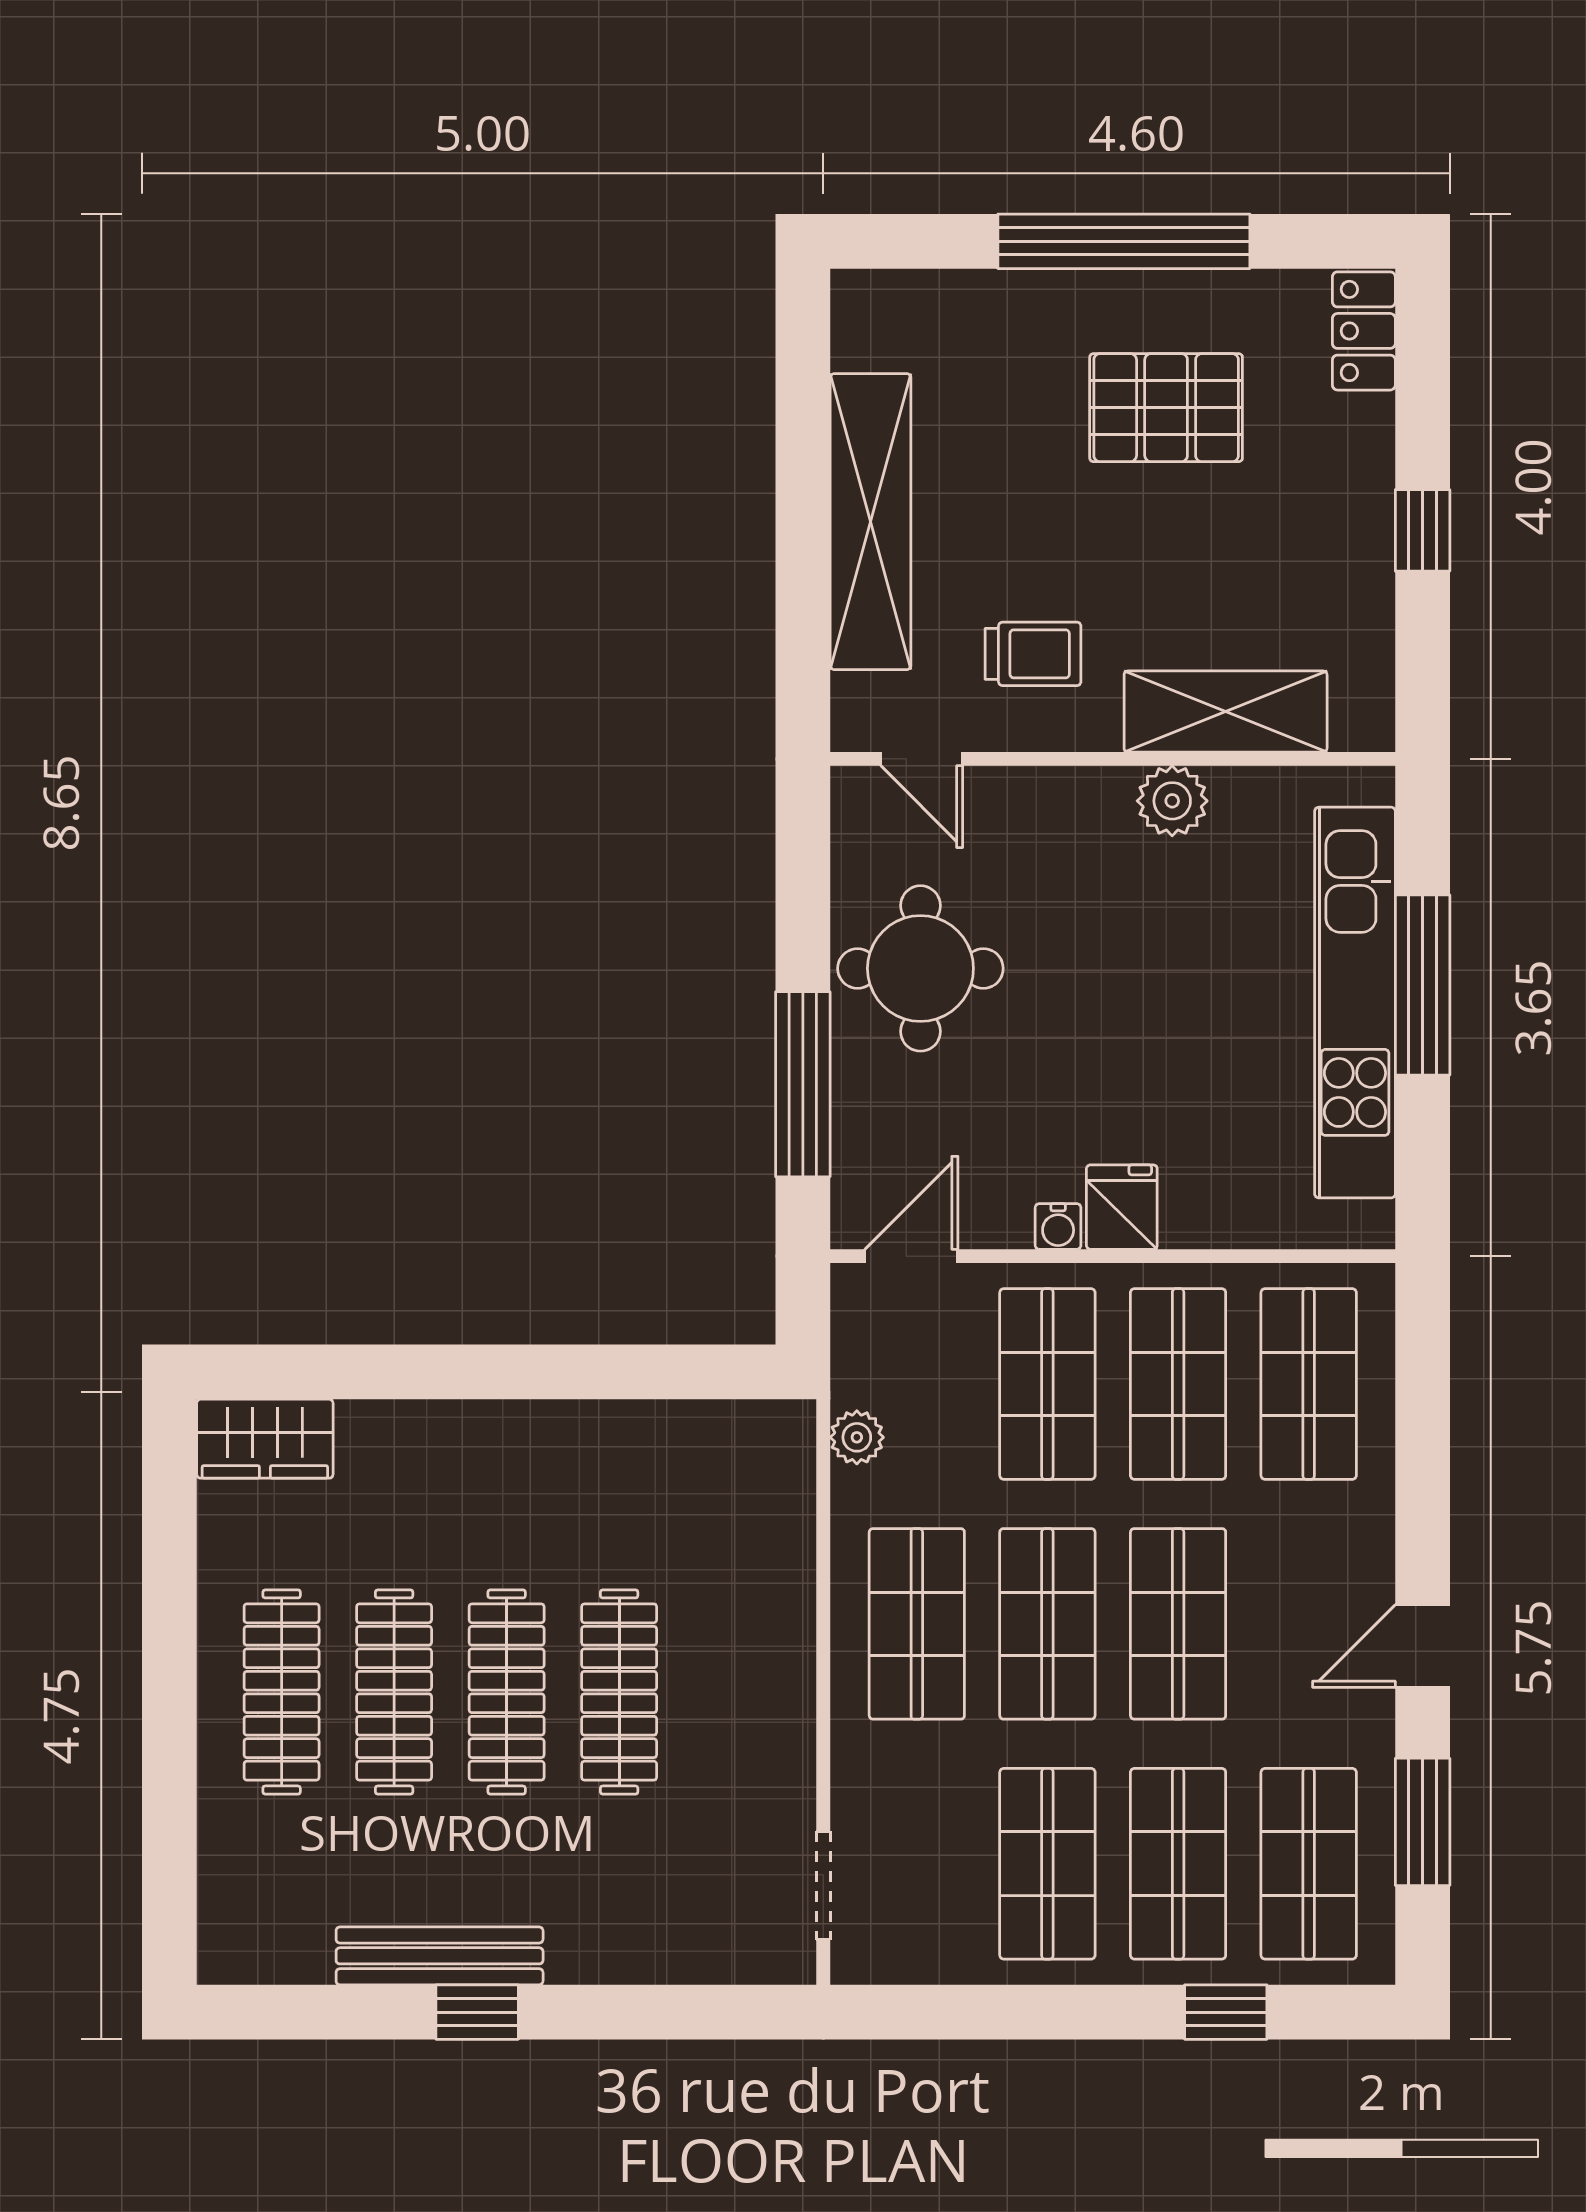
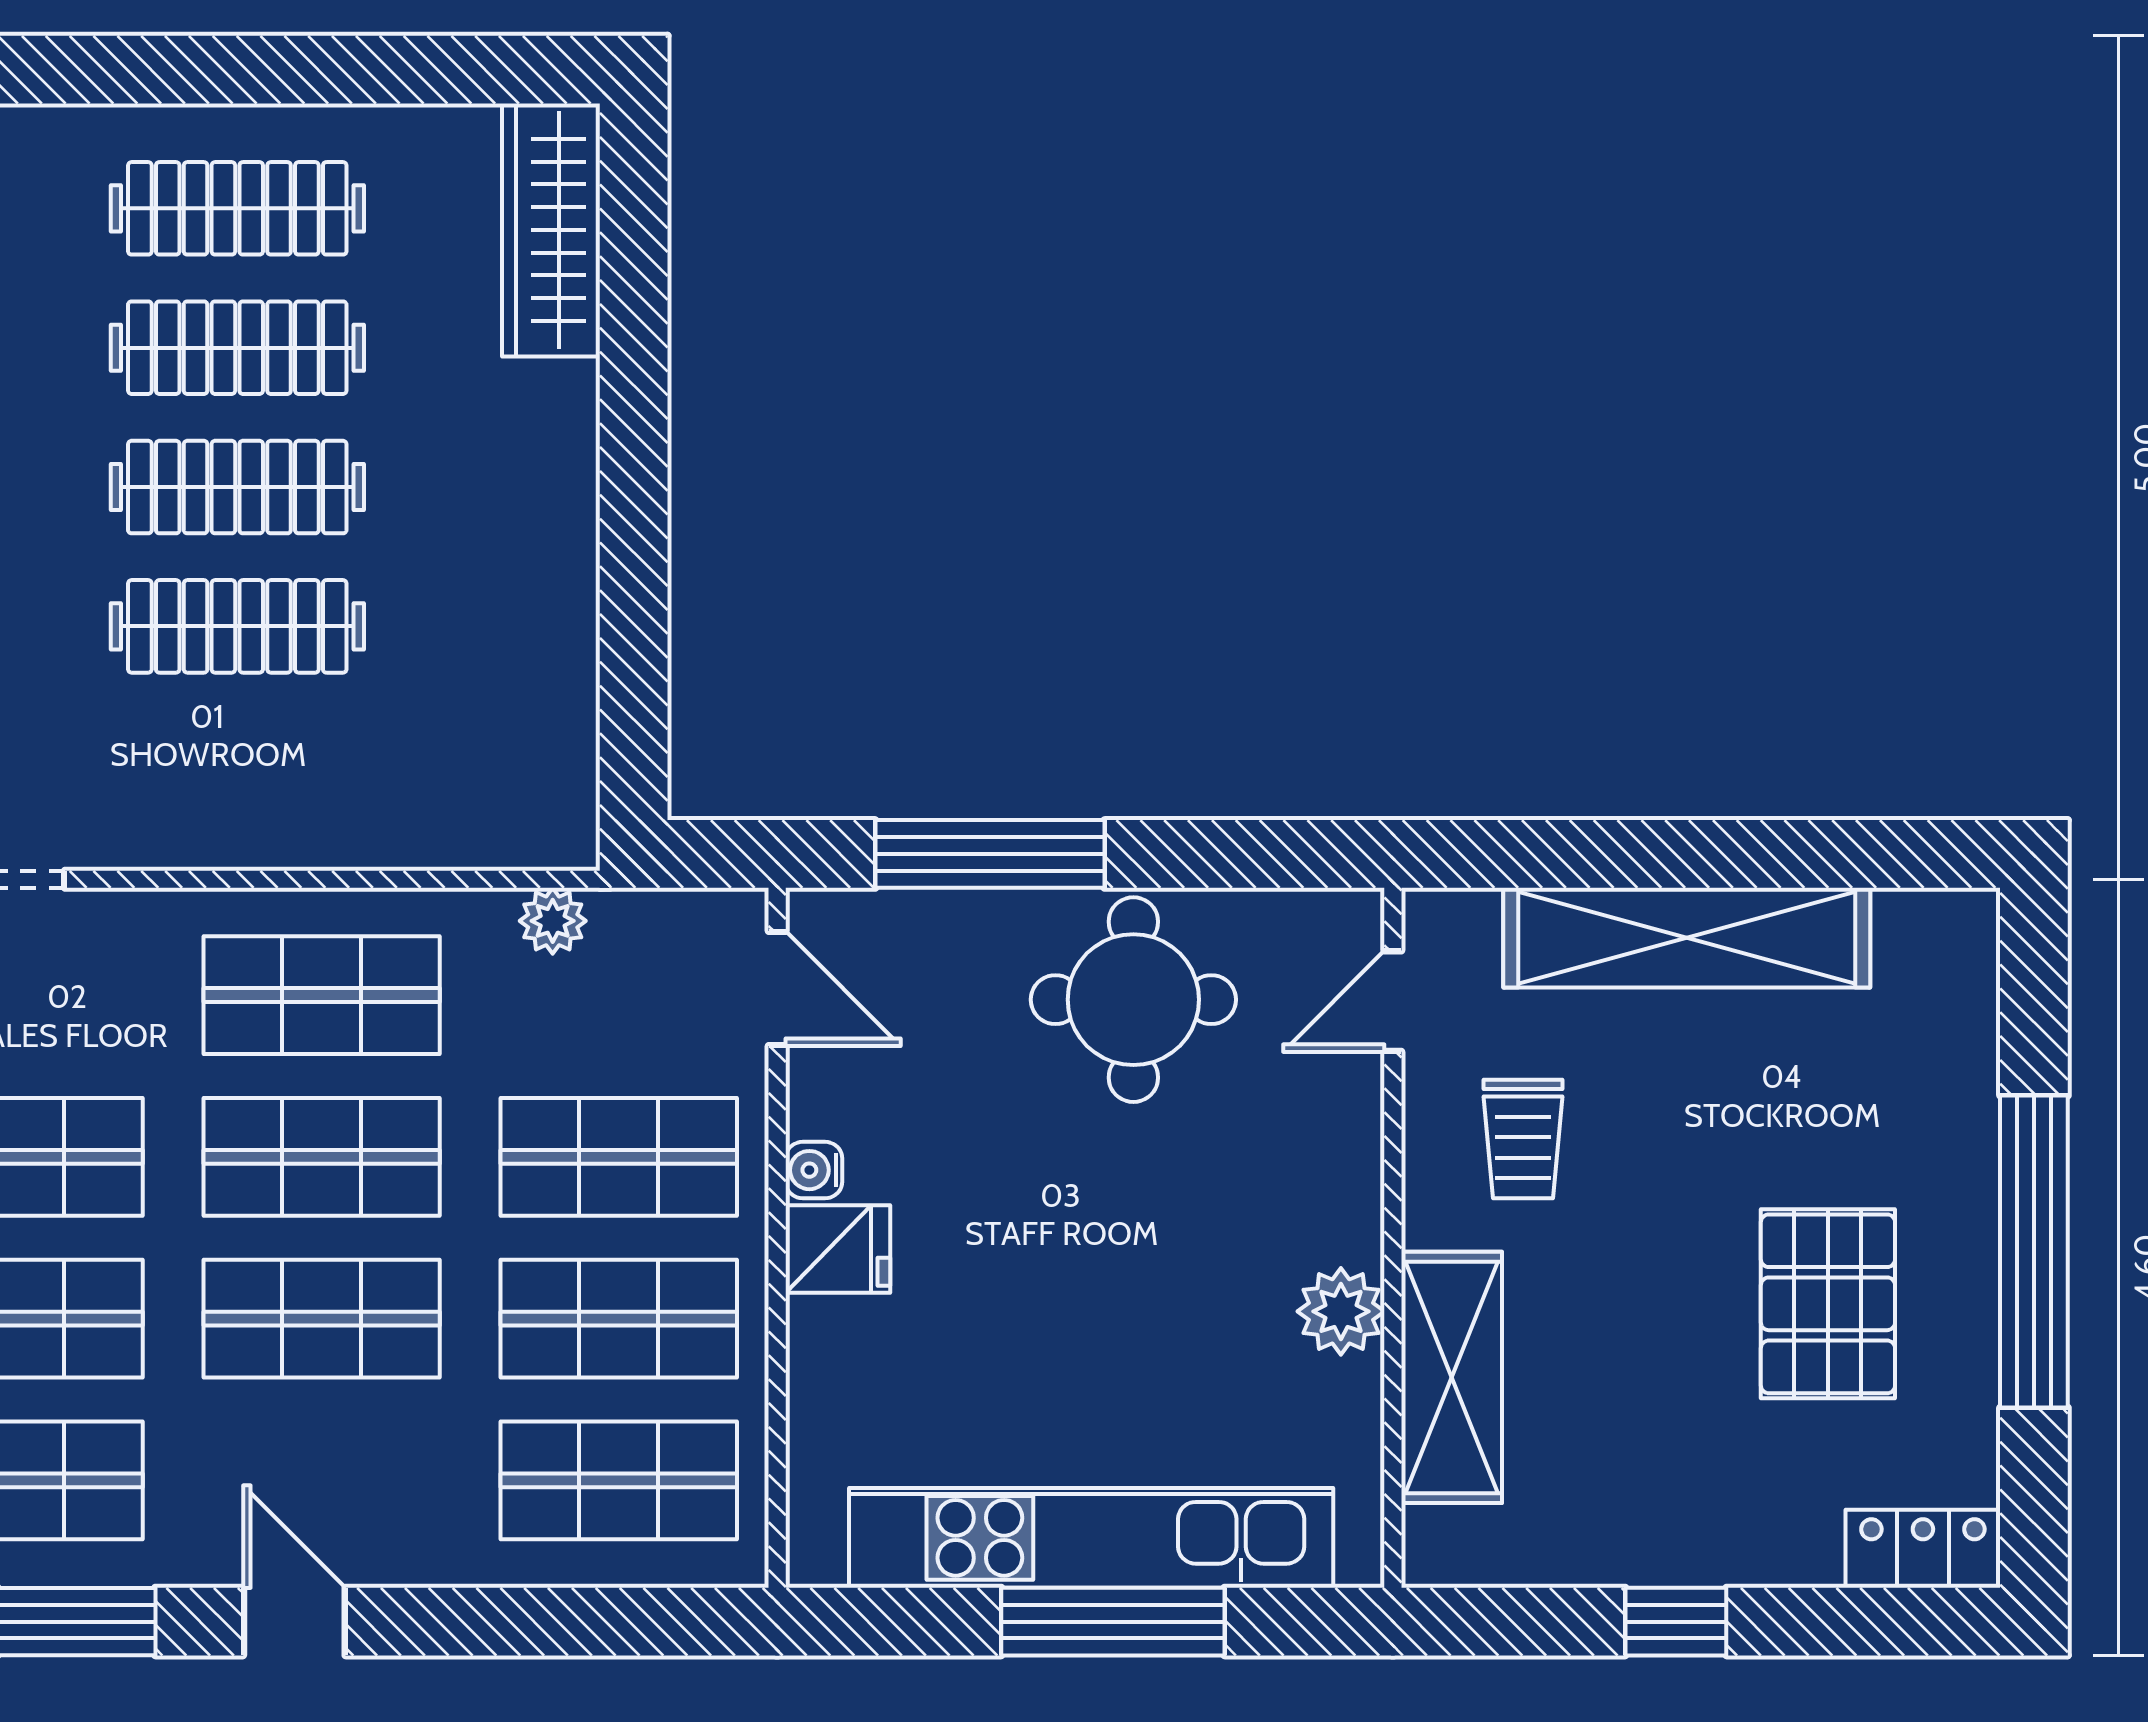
wardrobe: (265, 1439) -> (551, 230), width x1.50

